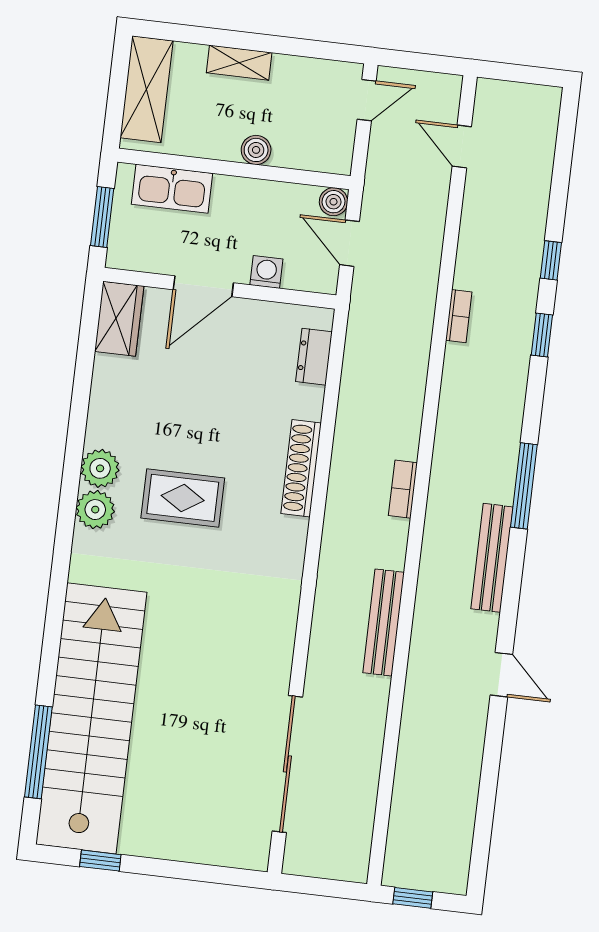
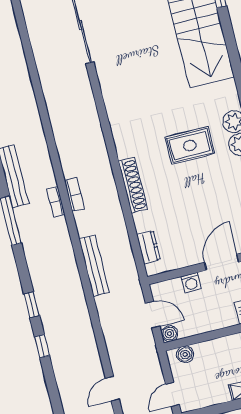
door: (462, 146) -> (112, 389), swing flipped
boiler: (256, 150) -> (185, 354), moved
bookcase: (459, 316) -> (56, 202), moved
bench: (384, 622) -> (94, 266), moved

